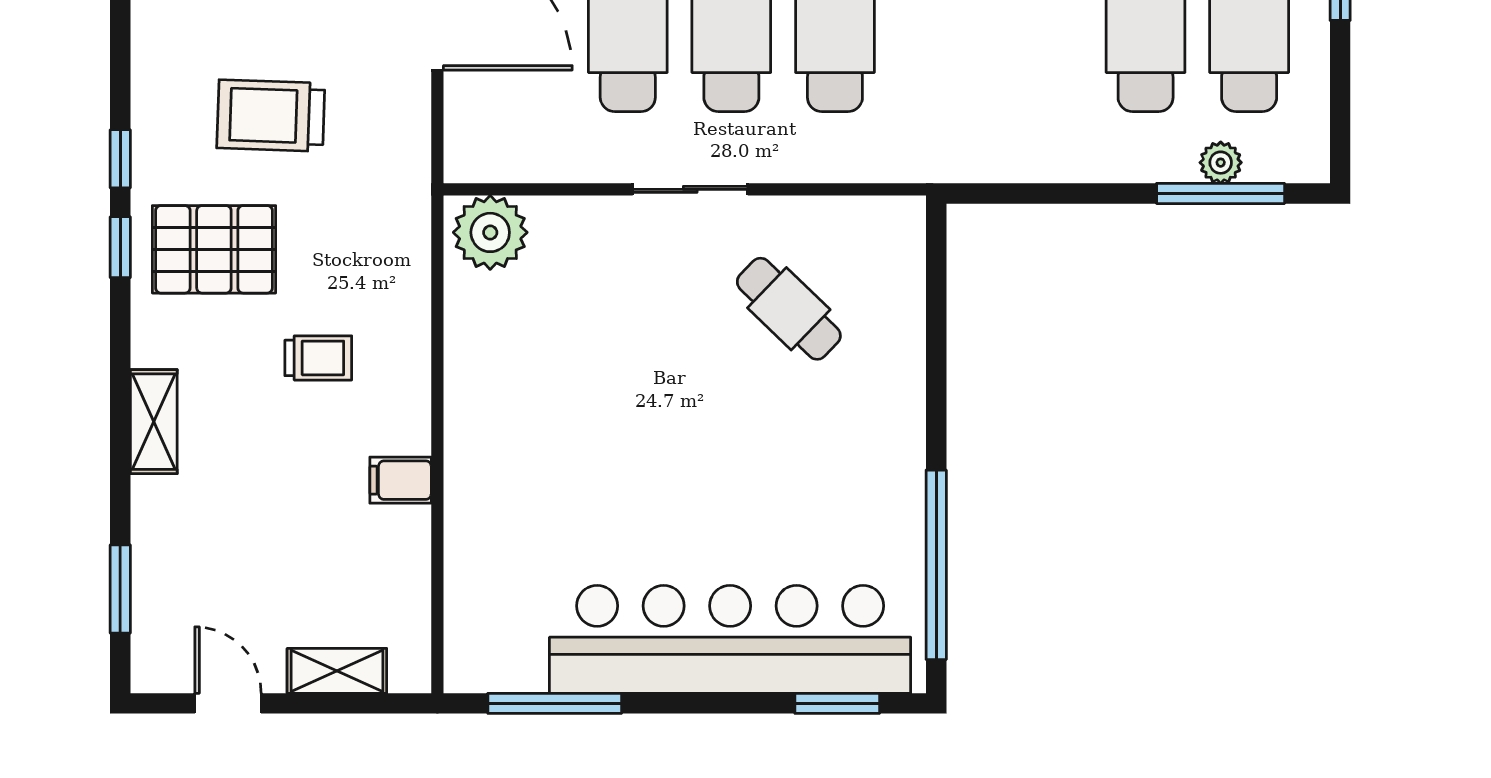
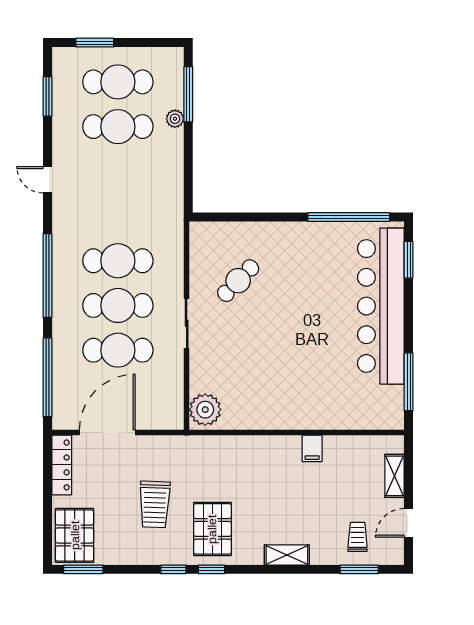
plant: (1221, 163) -> (175, 119), moved
trolley: (318, 358) -> (358, 537), moved

